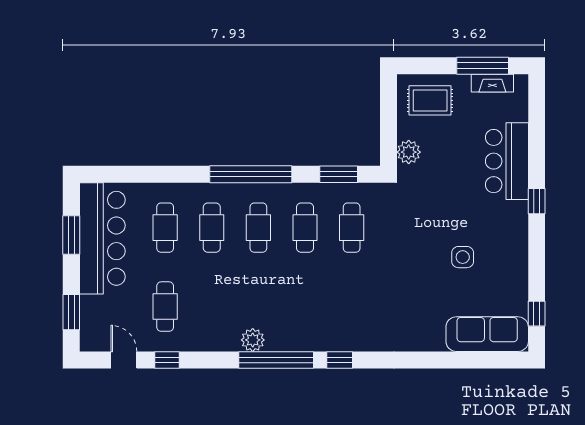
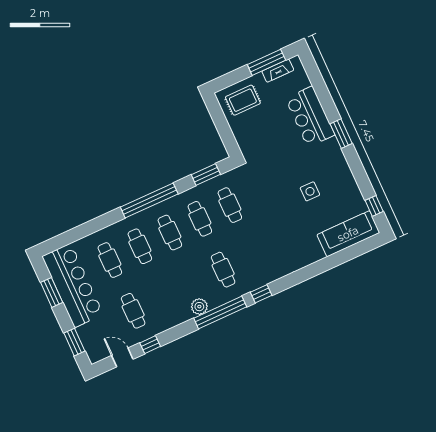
plant: (409, 152) -> (244, 140), removed
window: (537, 201) -> (341, 134), width x1.50
cafe table: (305, 307) -> (223, 270), added

